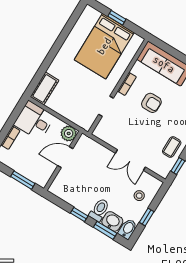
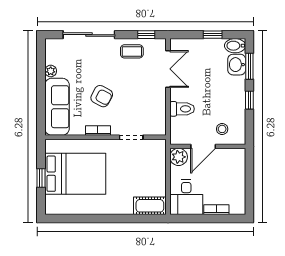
armchair: (151, 103) -> (102, 96), turned 118
door: (65, 157) -> (203, 146), hinge flipped
double door: (130, 160) -> (168, 69), moved
window: (23, 180) -> (249, 173), removed
stool: (139, 196) -> (222, 129), moved
toilet: (99, 210) -> (182, 109), moved, turned 180

